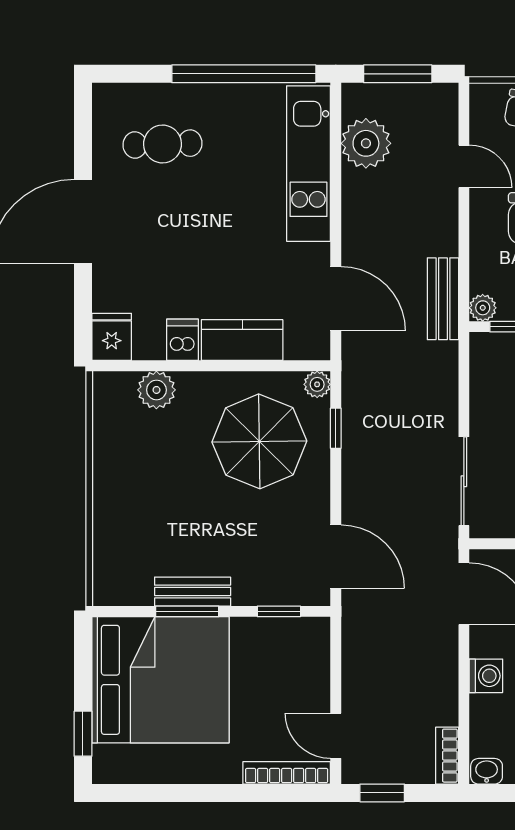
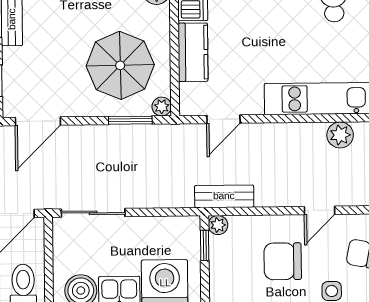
plant: (366, 143) -> (340, 135), width x0.73, depth x0.73
door: (336, 299) -> (223, 119), width x0.73
window: (336, 428) -> (130, 120), width x1.50

